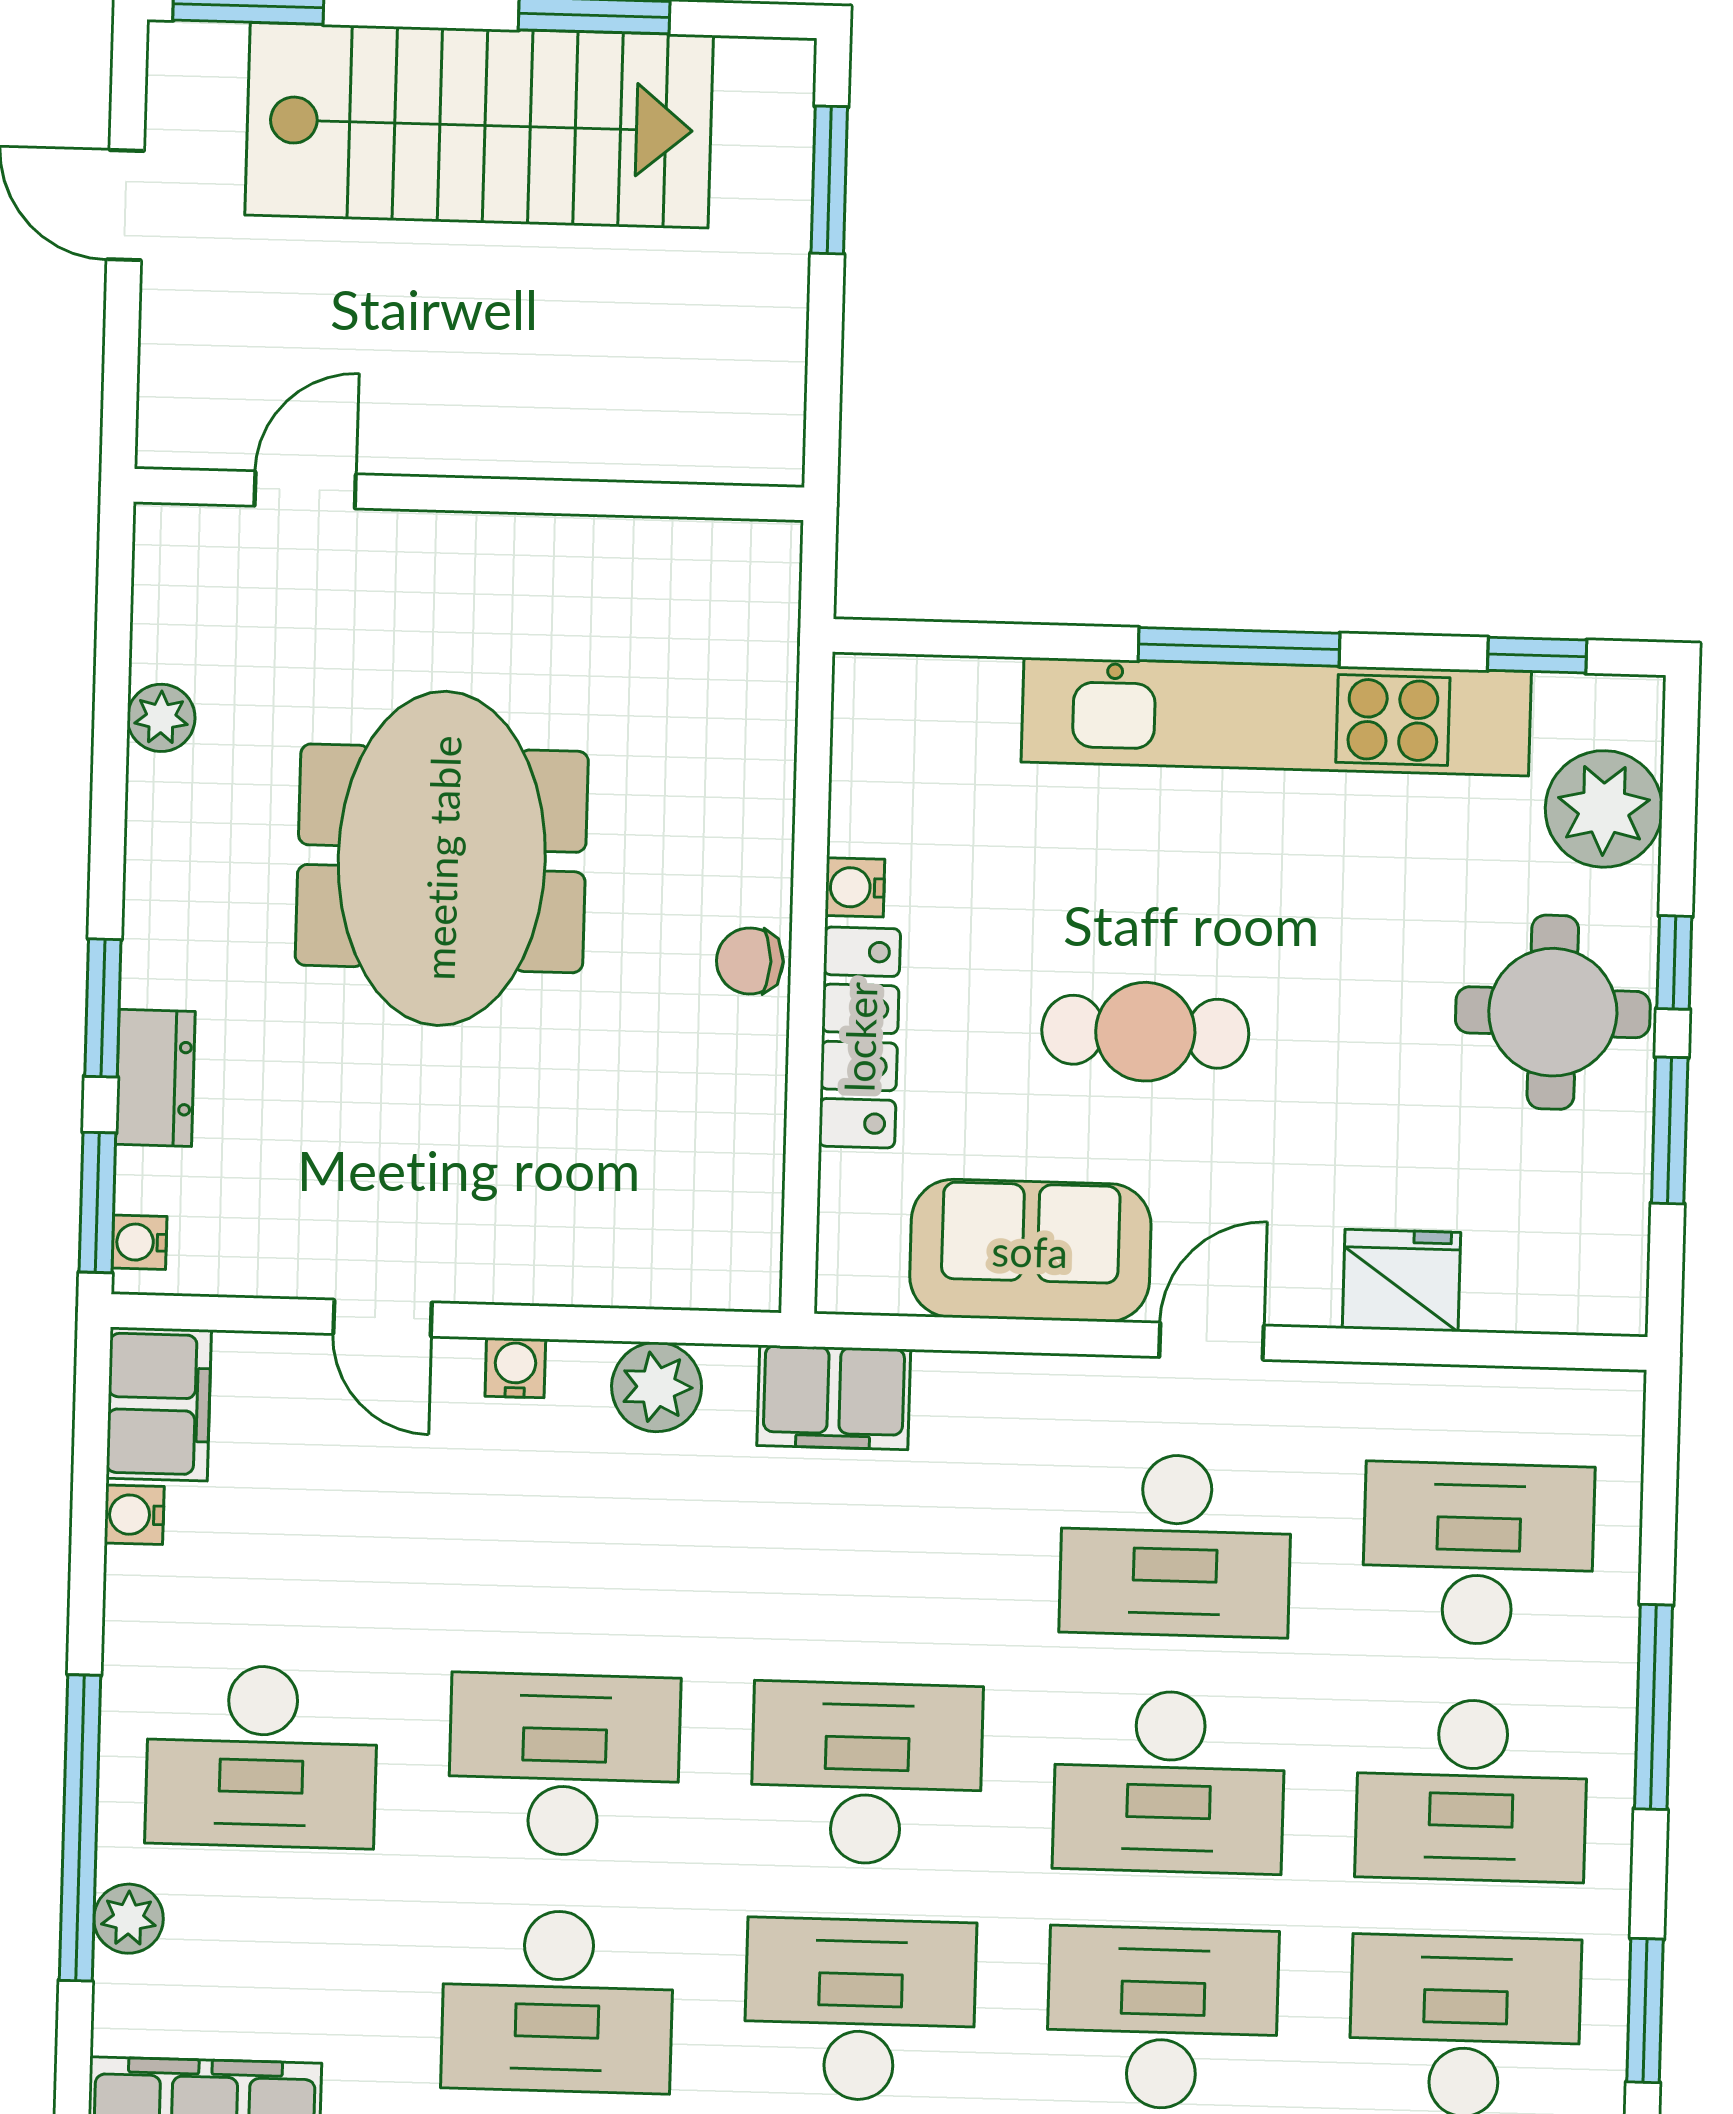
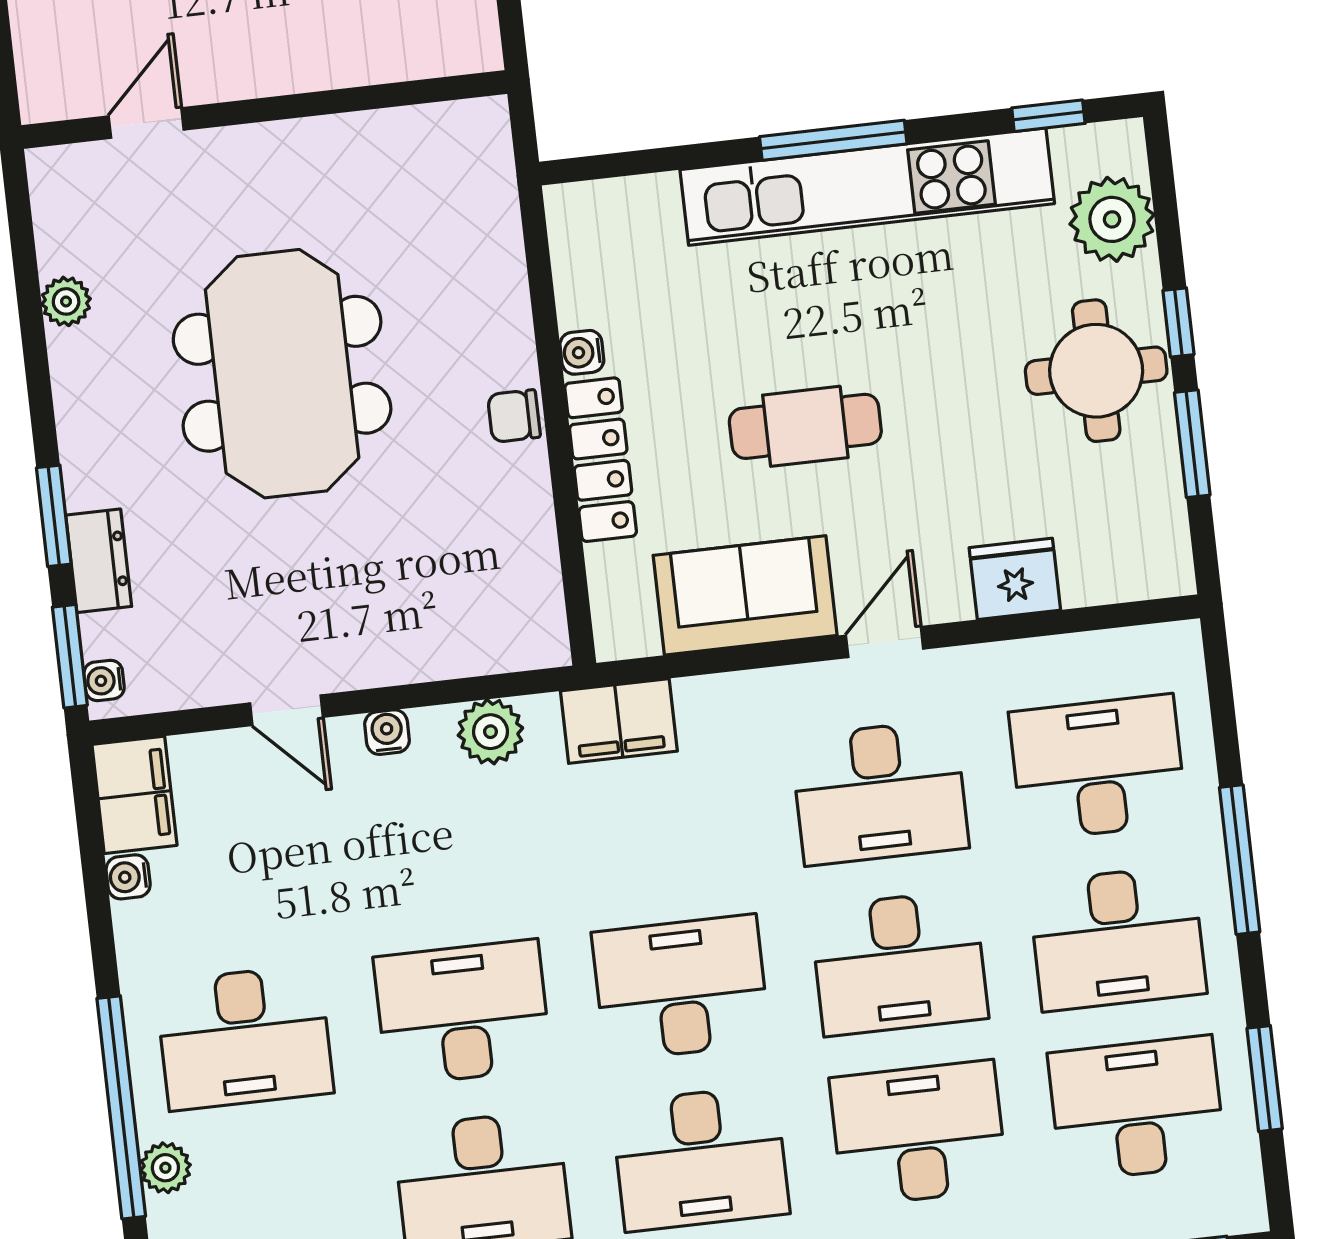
desk: (860, 2010) -> (700, 1158), turned 180

